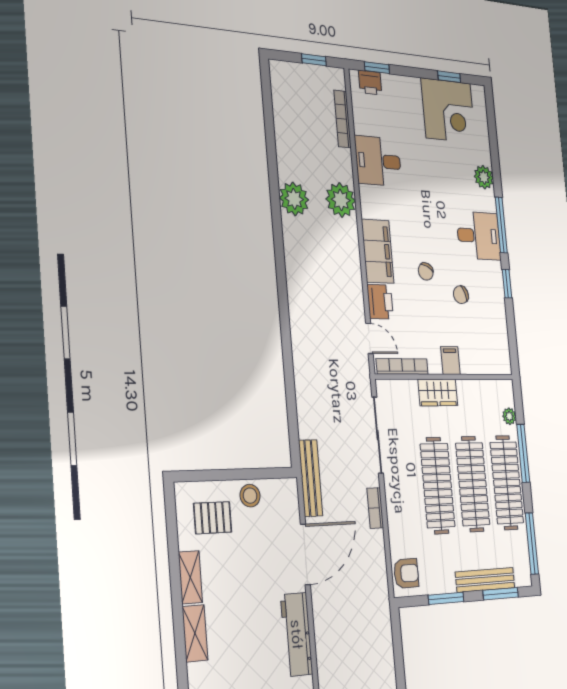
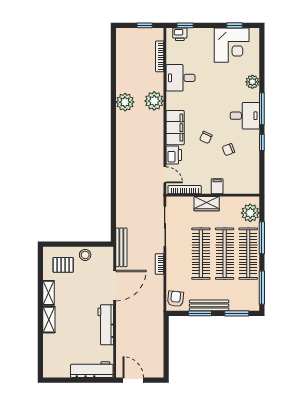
plant: (509, 416) -> (250, 213), width x1.88, depth x1.88
armchair: (406, 573) -> (176, 299), turned -84
bench: (485, 580) -> (209, 305), moved

